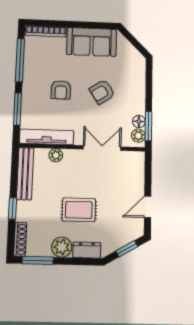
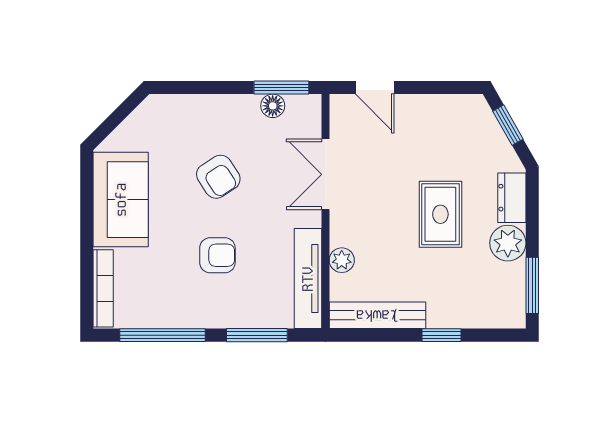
plant: (138, 136) -> (300, 107), removed
door: (148, 207) -> (375, 88), moved
shoe rack: (20, 239) -> (496, 319), removed

